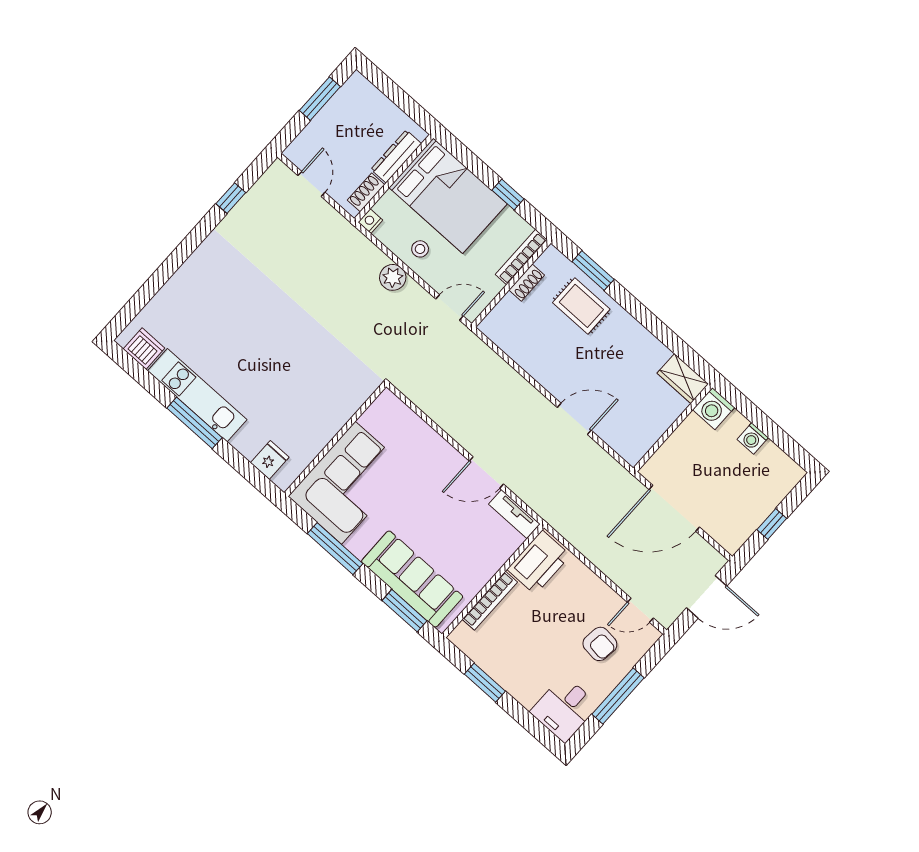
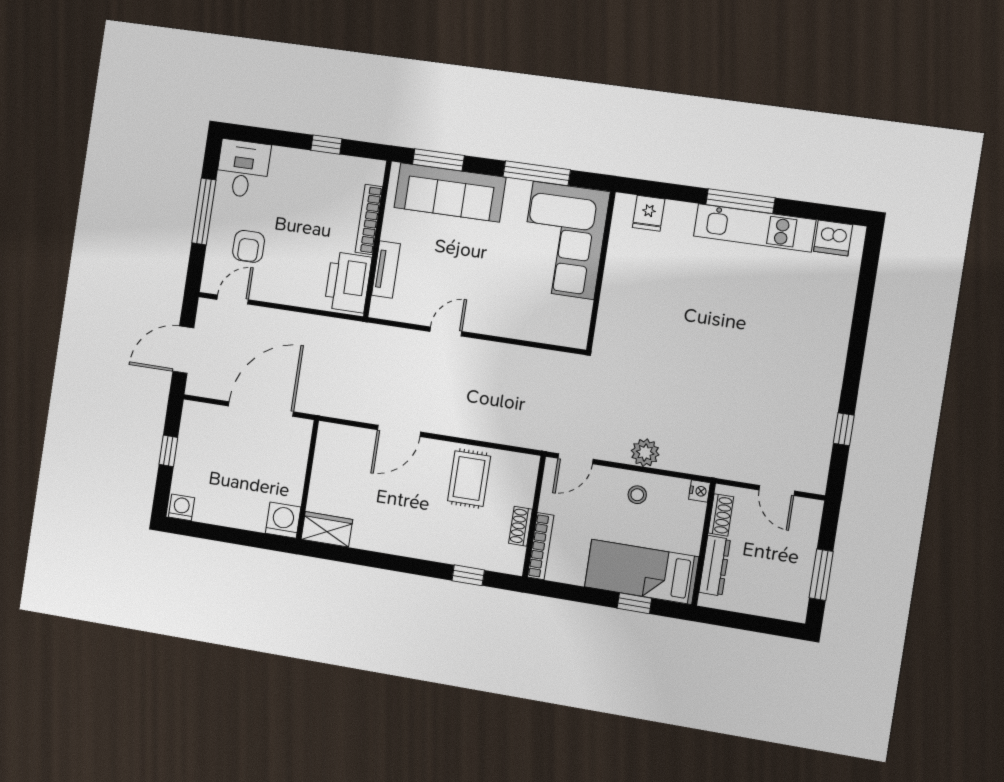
window: (508, 194) -> (634, 603), moved
bed: (448, 196) -> (642, 572), width x0.67
window: (593, 271) -> (468, 575), width x0.67
rug: (581, 306) -> (469, 479), moved, turned 90
washing machine: (753, 438) -> (181, 507), moved
door: (486, 472) -> (446, 331), width x0.73
tv unit: (514, 514) -> (386, 269), moved, turned 90
armchair: (600, 644) -> (249, 246), turned -97
window: (485, 683) -> (326, 145), width x0.67

